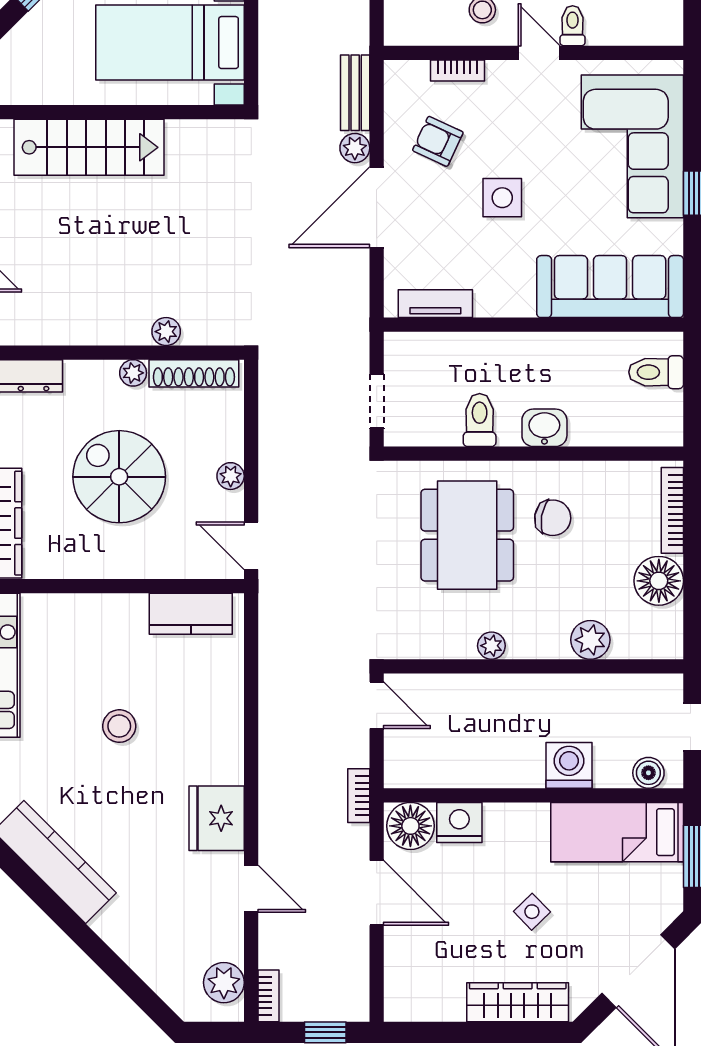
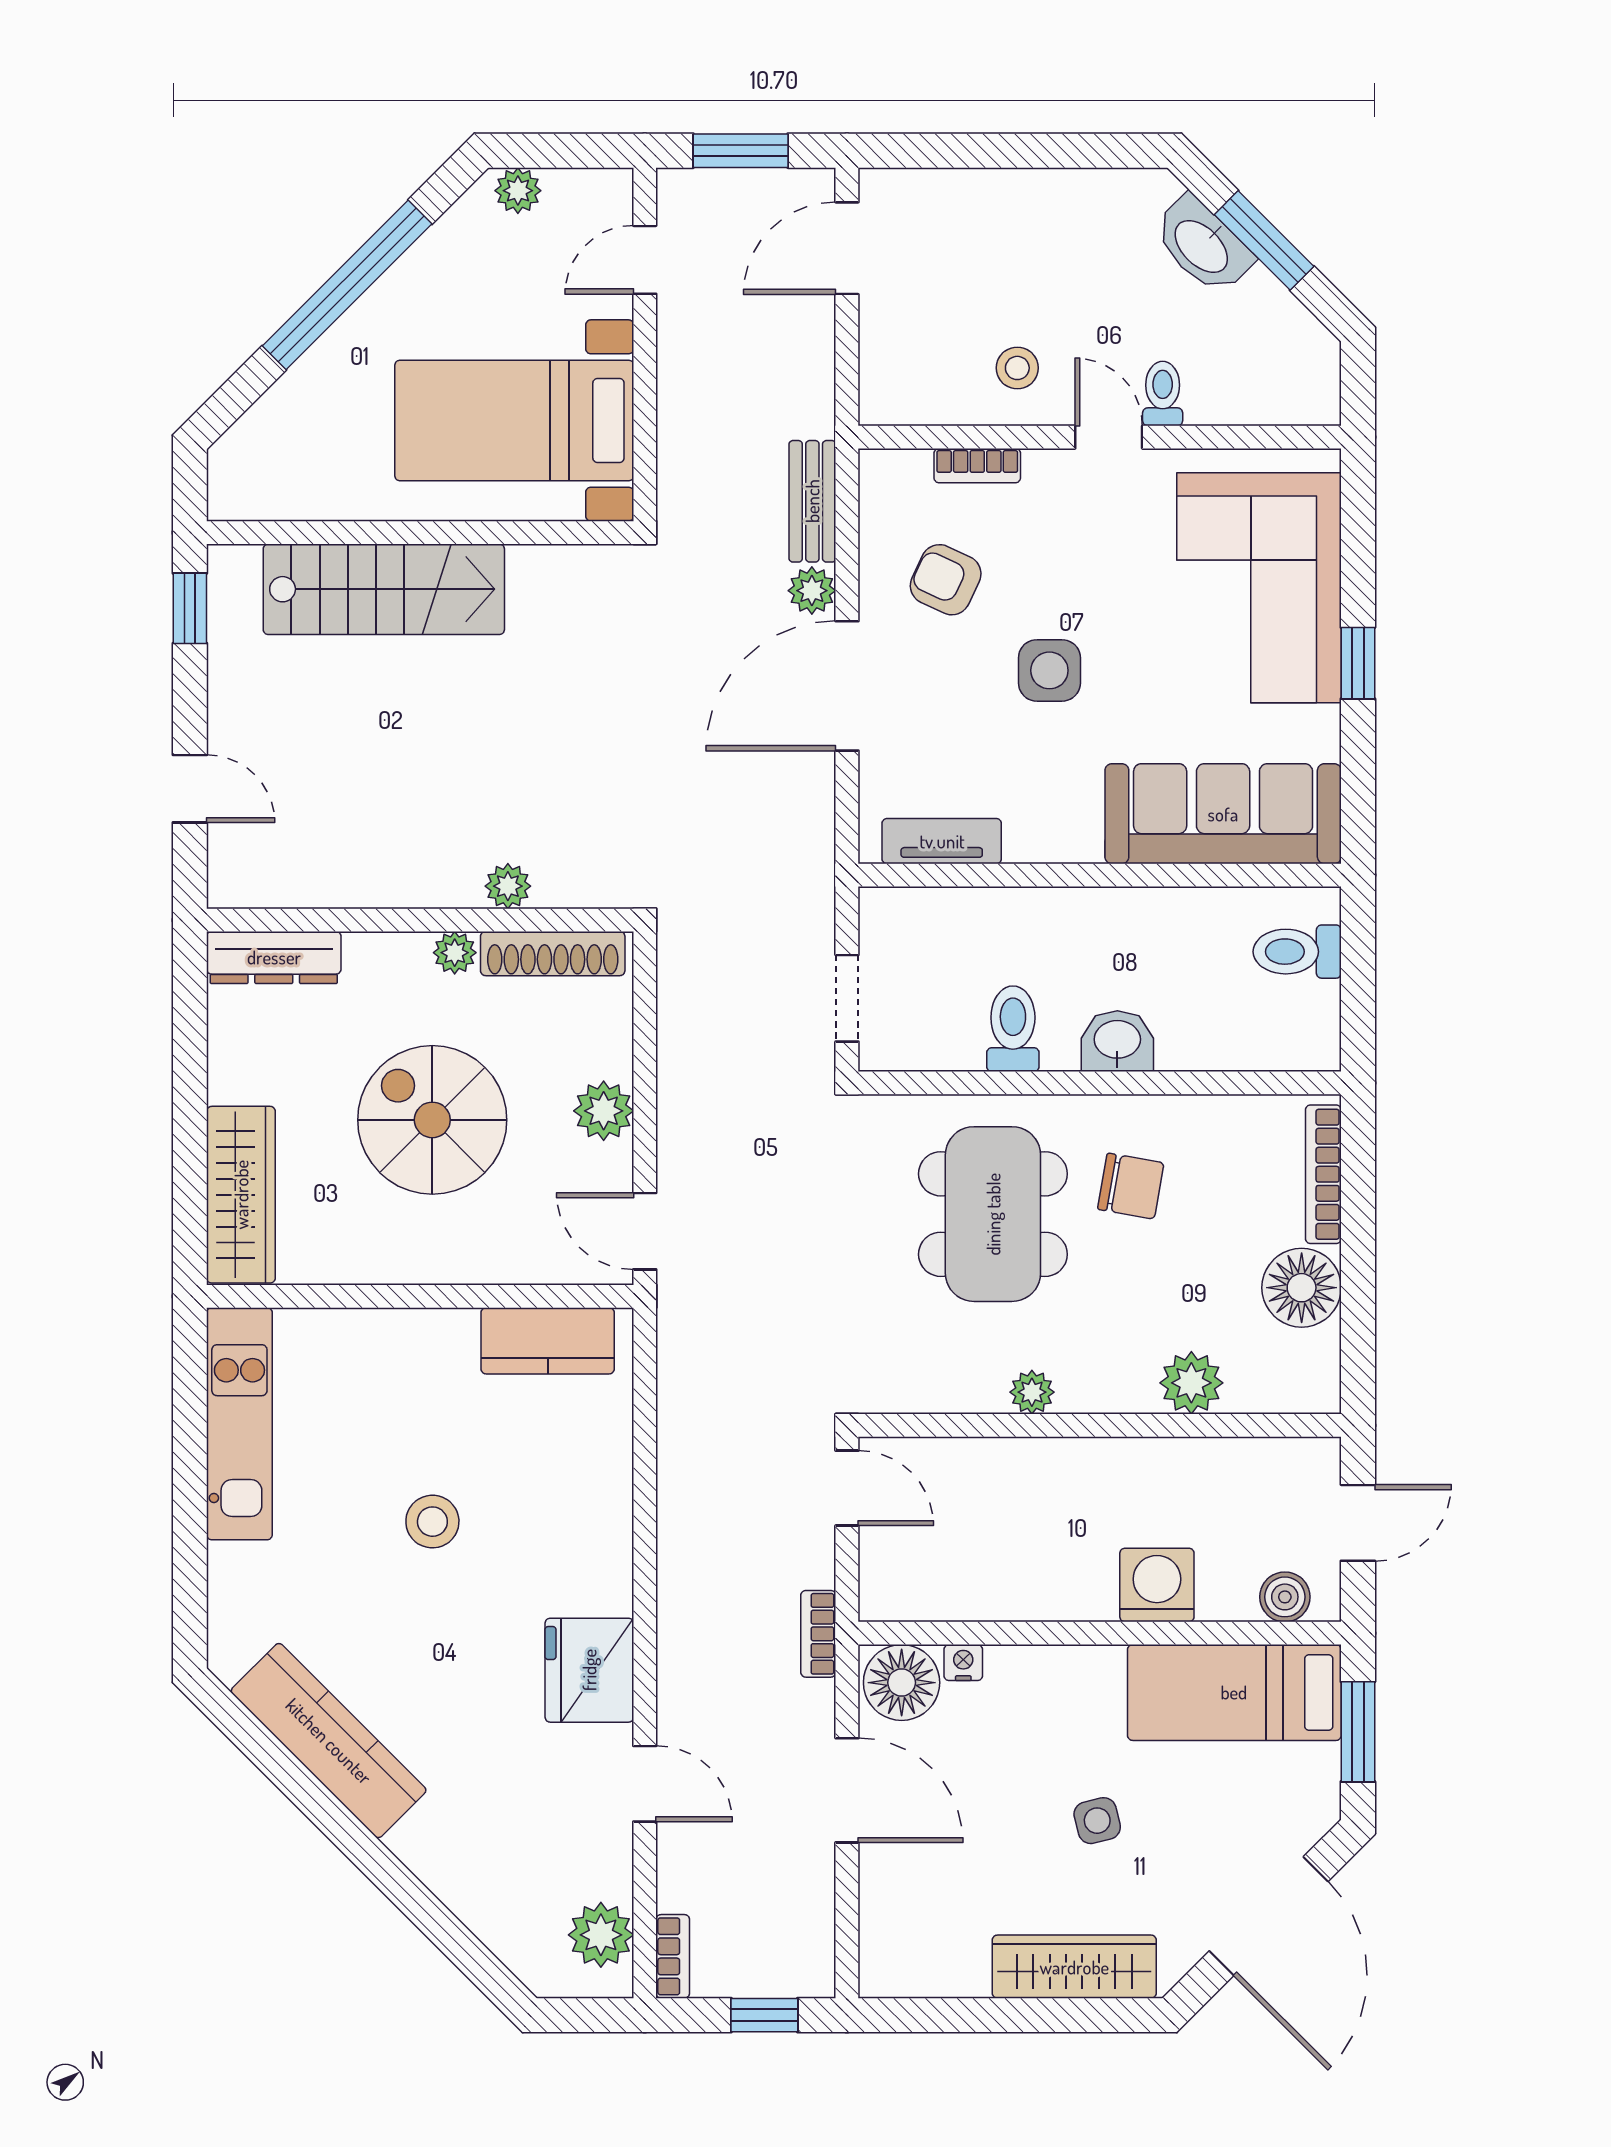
plant: (231, 476) -> (604, 1111), width x1.38, depth x1.38
nightstand: (459, 822) -> (963, 1663), width x0.53, depth x0.56
side table: (532, 912) -> (1097, 1821), turned 30

